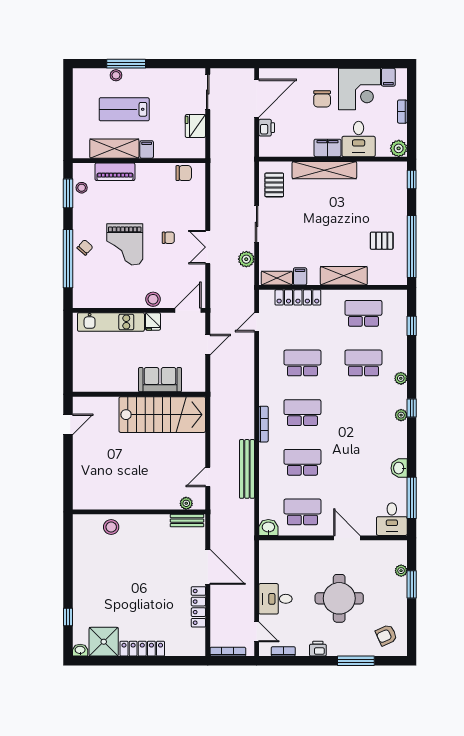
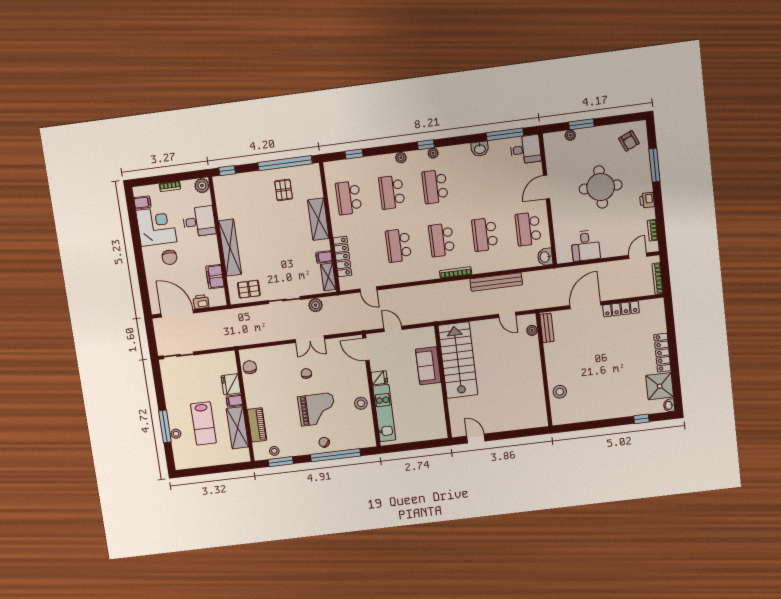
chair: (322, 99) -> (169, 257), turned 90
fridge: (195, 126) -> (231, 384), moved, turned 90
filing cabinet: (328, 148) -> (215, 277), moved
stool: (153, 299) -> (361, 403), moved
school desk: (363, 413) -> (435, 187), added
desk: (275, 599) -> (585, 246), moved

